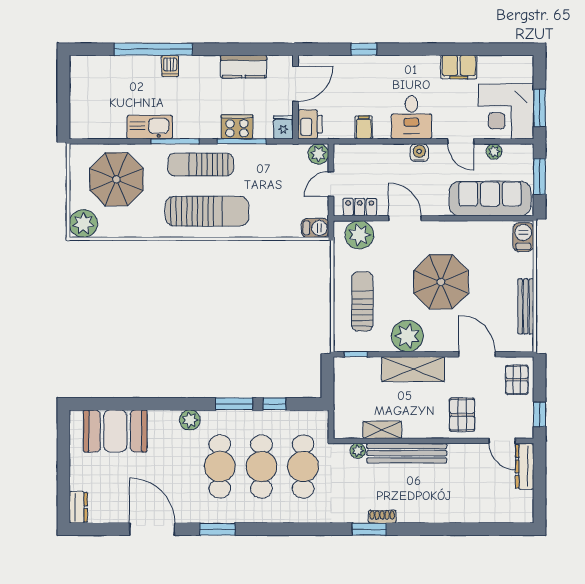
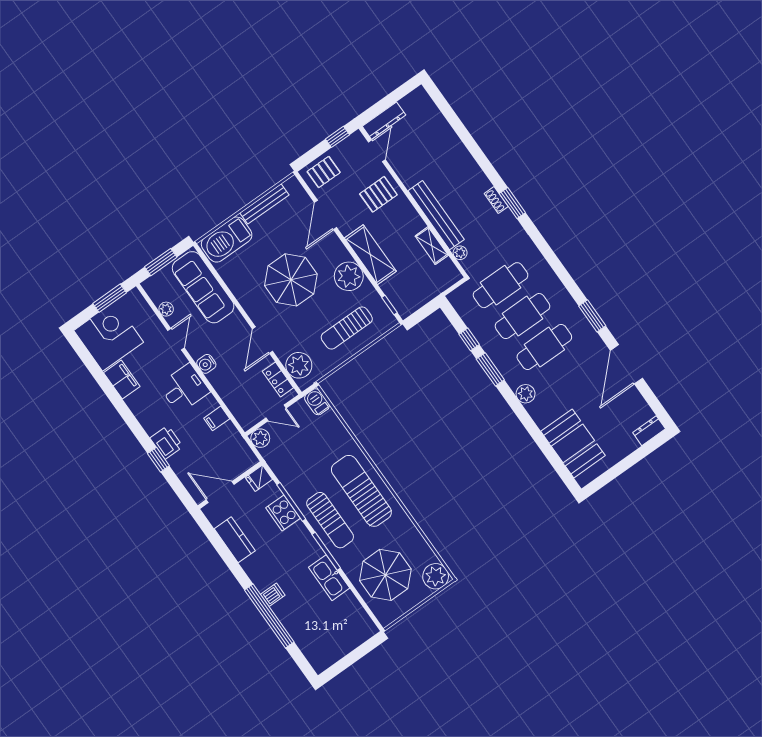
corner desk: (506, 111) -> (109, 336), moved, turned -90
printer: (310, 124) -> (166, 442), moved, turned 90
barbecue: (523, 237) -> (227, 240), width x1.88, depth x1.53

